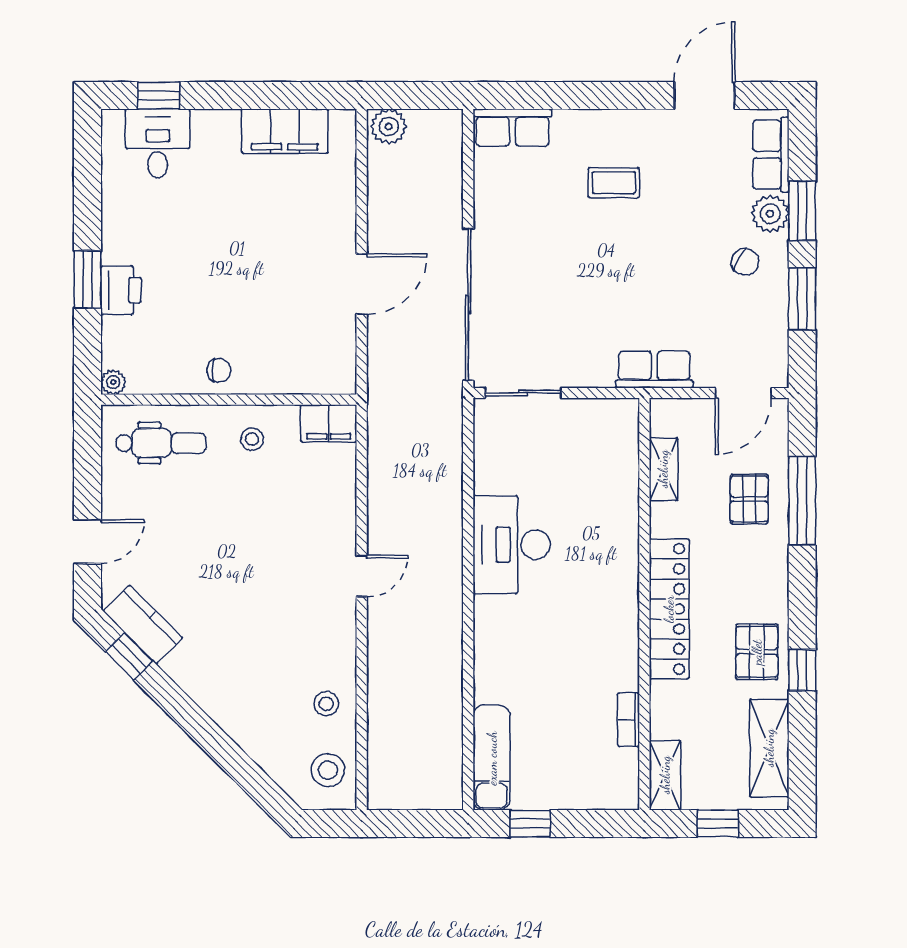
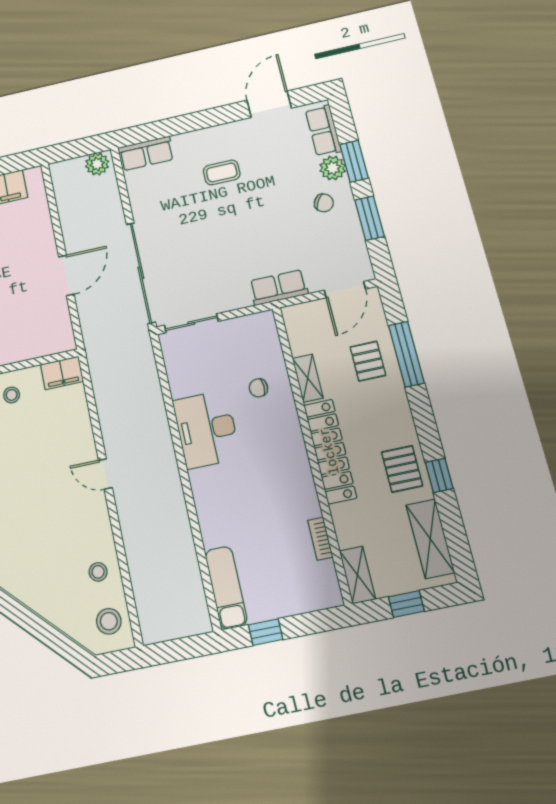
plant: (389, 127) -> (97, 164), moved
shelving: (663, 469) -> (308, 378), moved
chair: (594, 503) -> (258, 388), added
door: (362, 576) -> (105, 474), swing flipped

